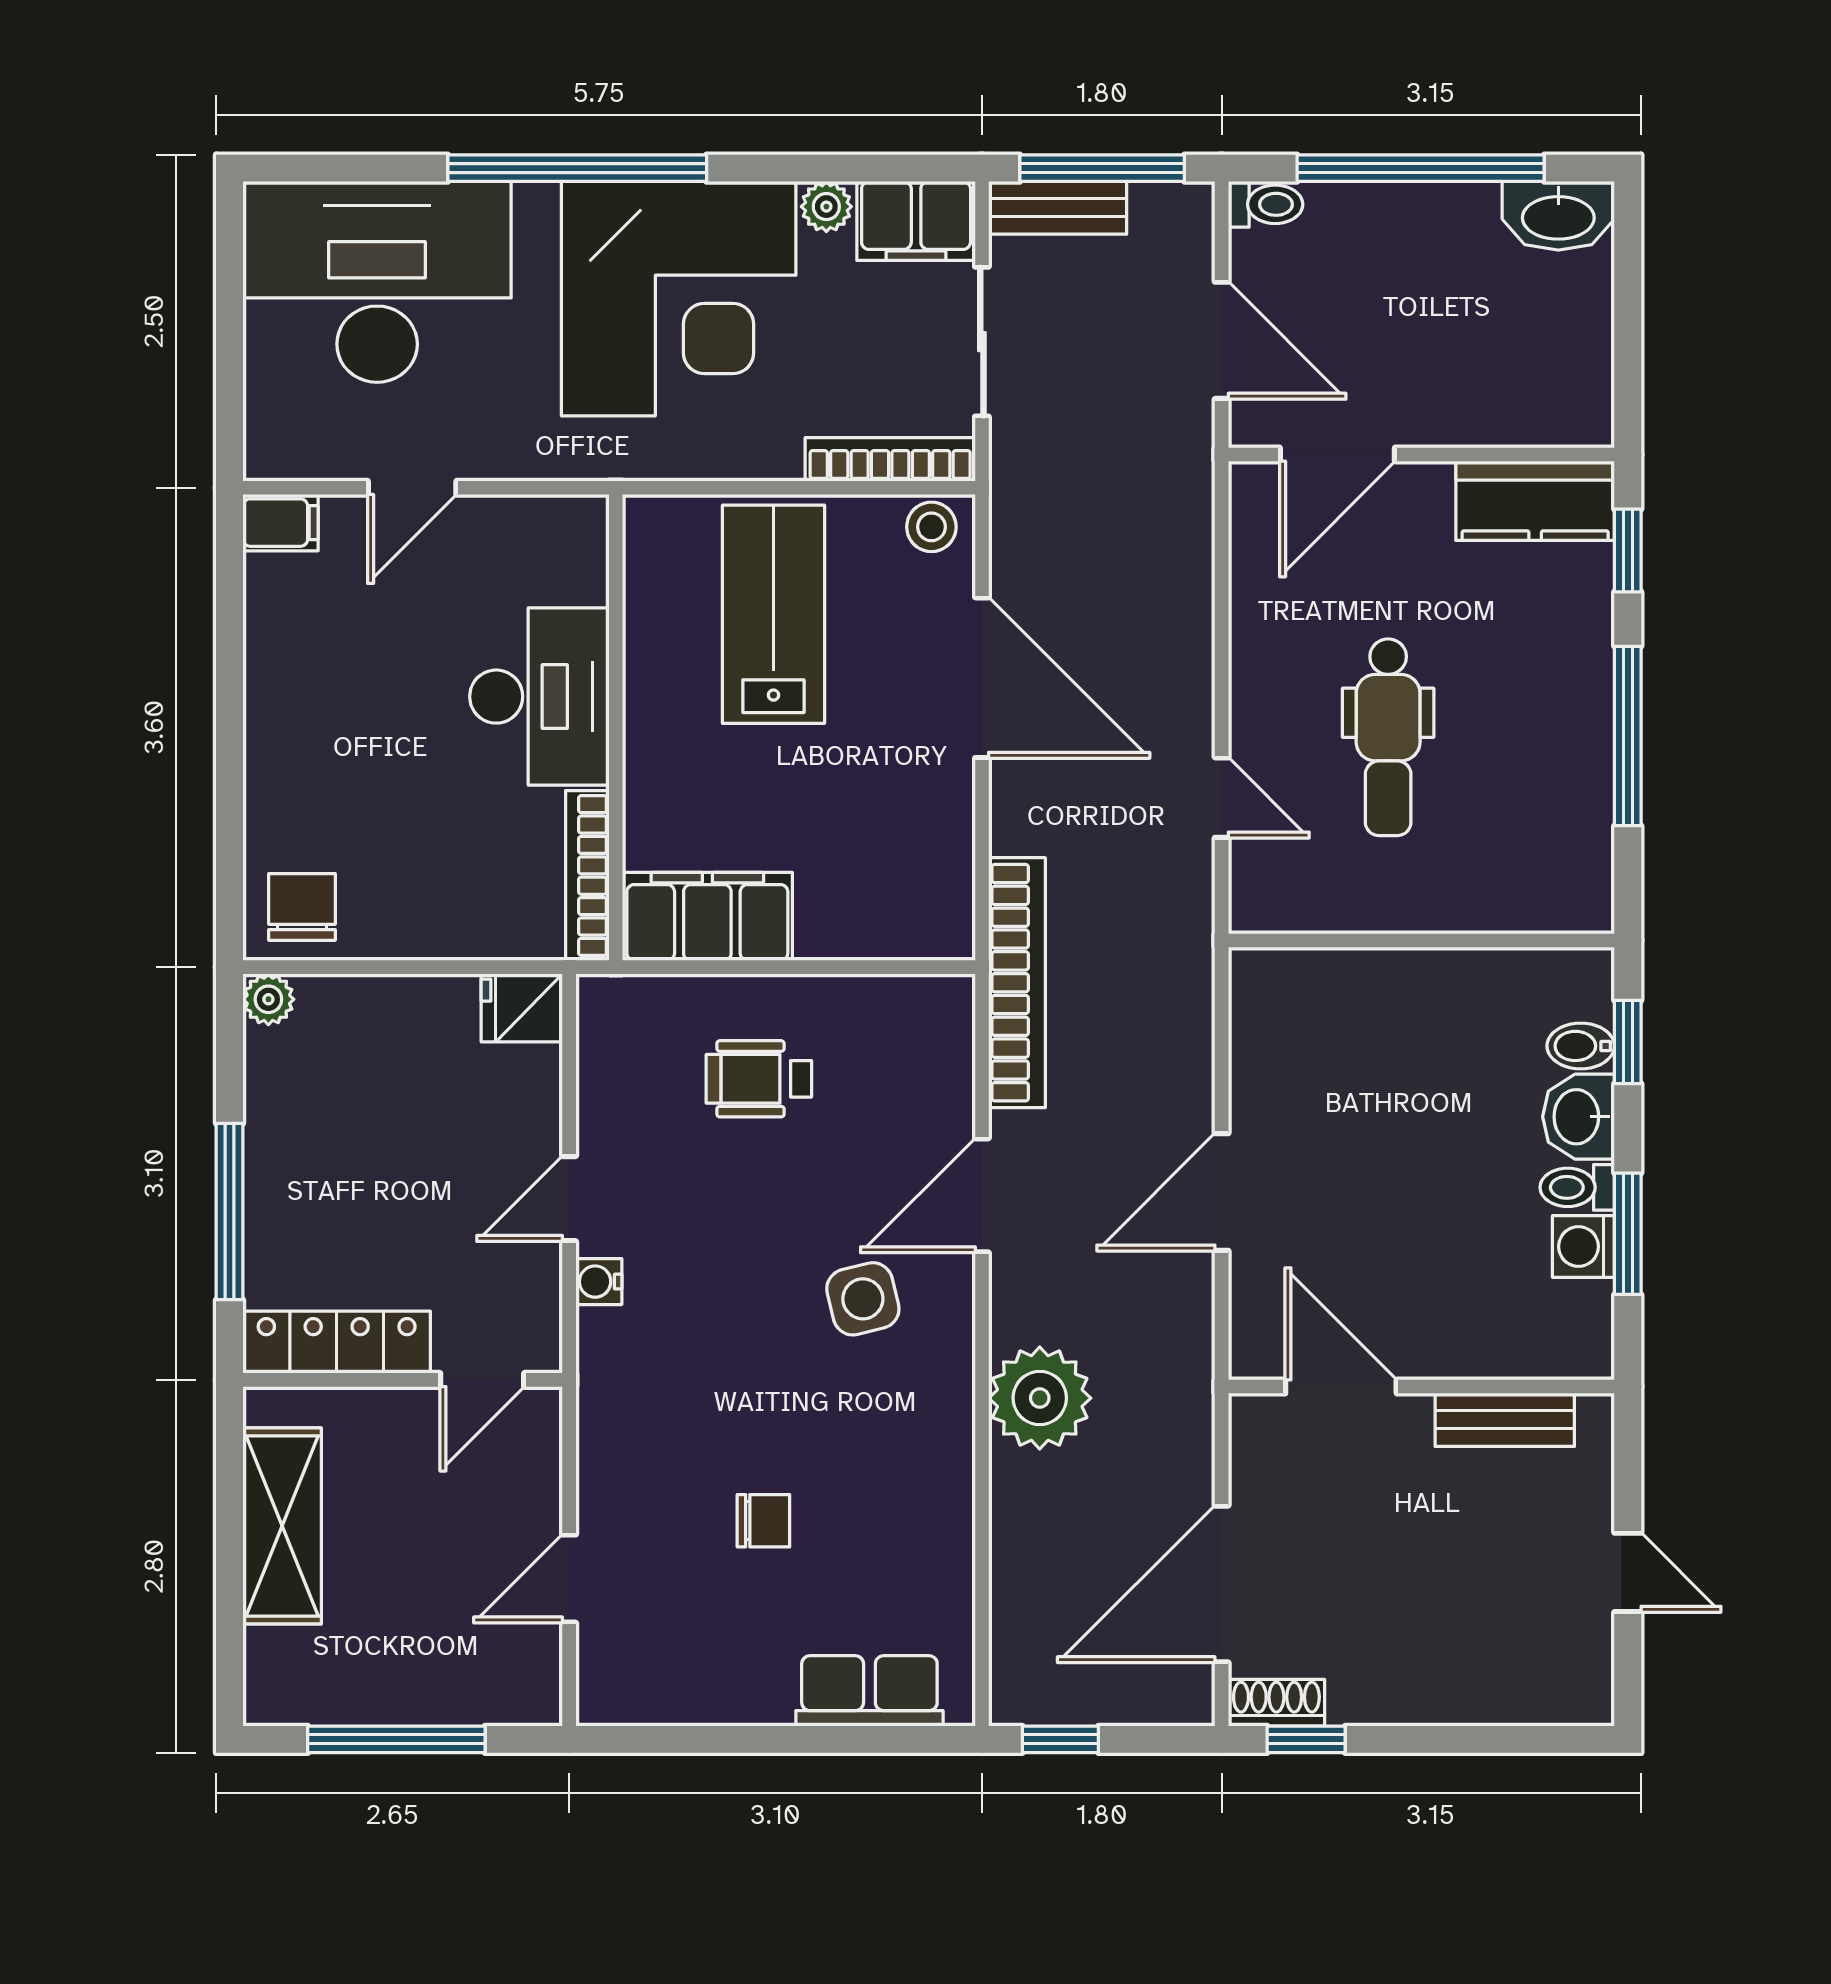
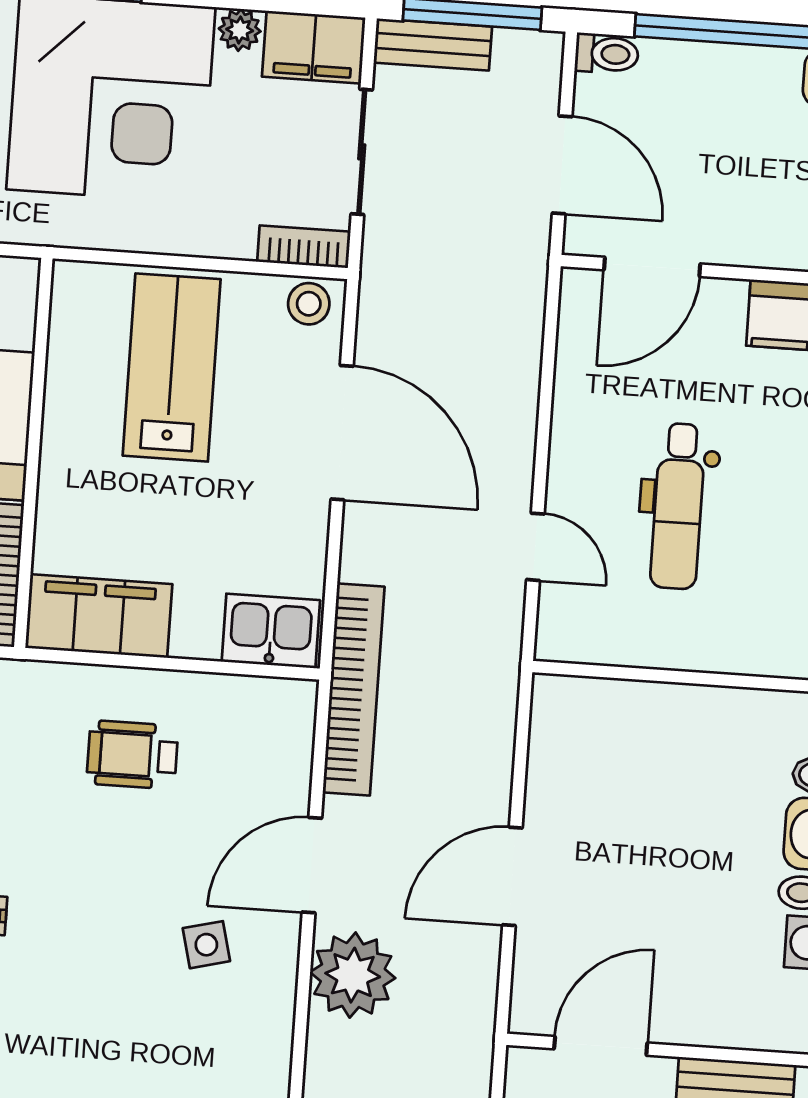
bookcase: (890, 459) -> (304, 247), width x0.64
kitchen sink: (914, 920) -> (271, 631), added
side table: (863, 1299) -> (206, 945), width x0.73, depth x0.73
door: (1341, 1387) -> (601, 1046), hinge flipped
plant: (1040, 1398) -> (353, 975), moved

